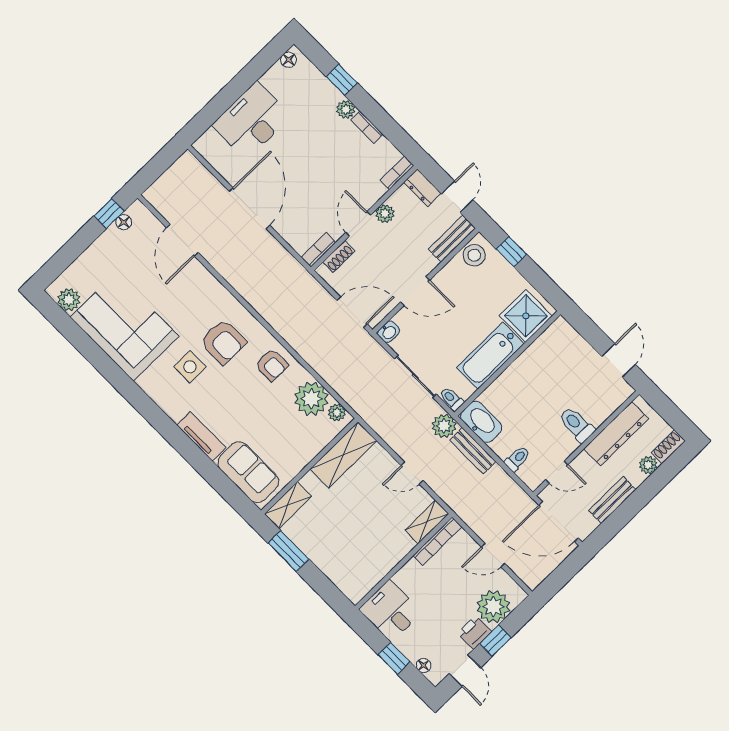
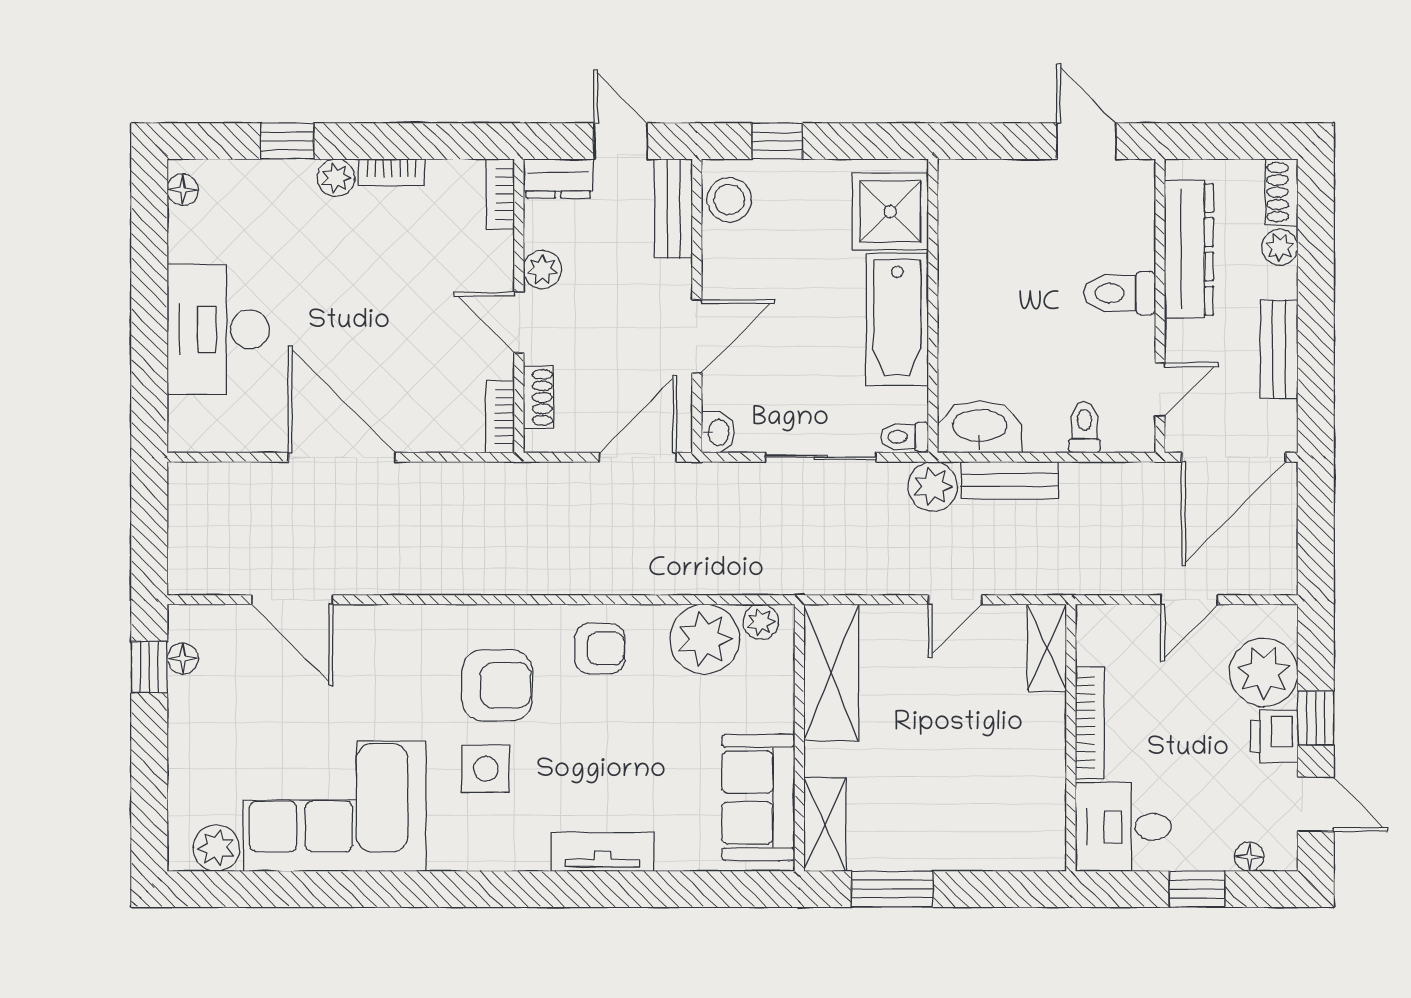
sofa: (248, 472) -> (758, 798), moved, turned -90
bookcase: (437, 541) -> (1090, 723), moved

